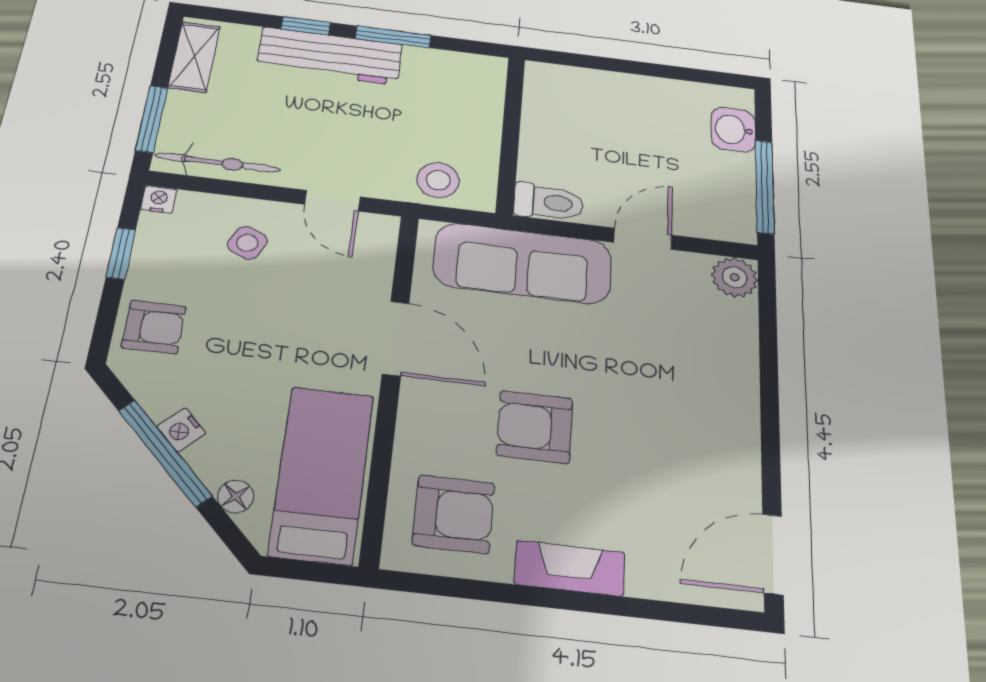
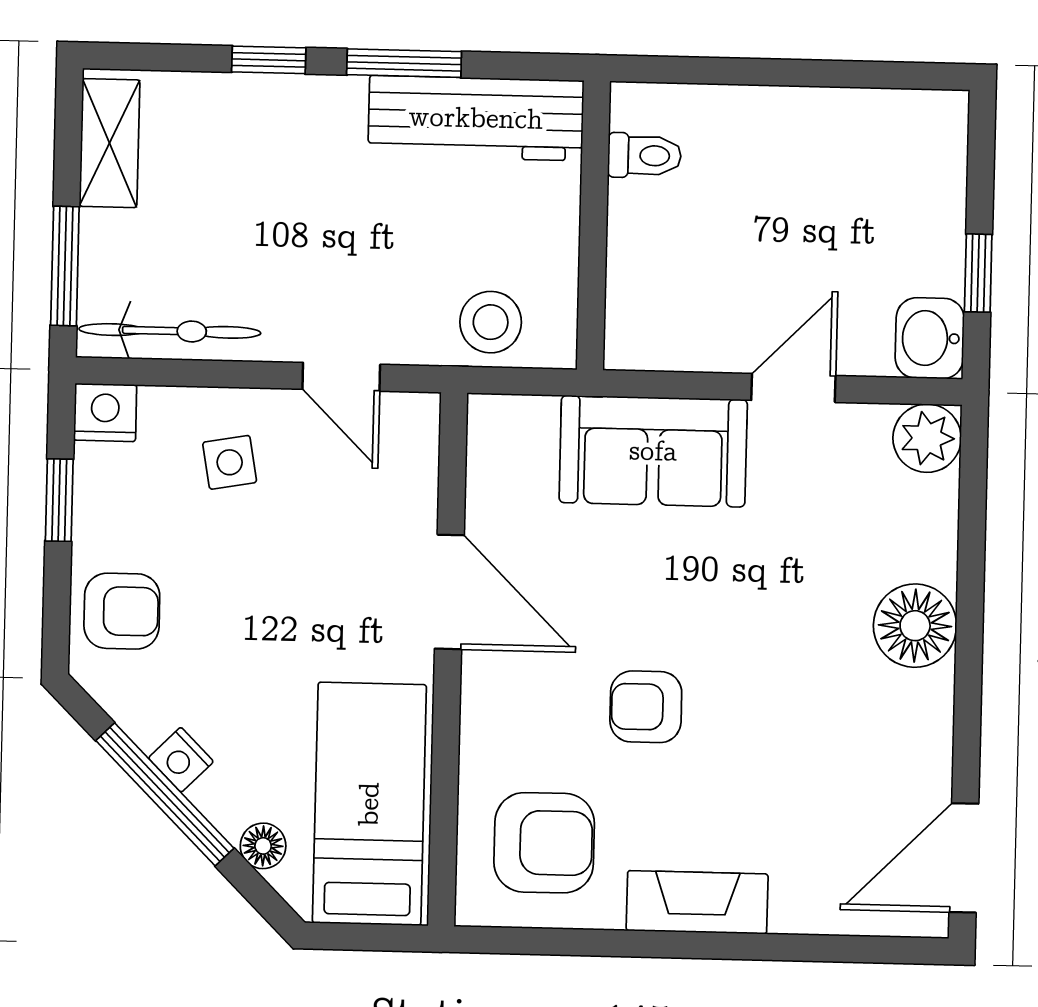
workbench: (330, 56) -> (476, 118), moved
washbasin: (733, 130) -> (930, 338), moved
window: (765, 187) -> (978, 273), width x0.46
nightstand: (159, 199) -> (105, 412), width x1.39, depth x1.35
toilet: (549, 202) -> (644, 156), moved, width x0.73, depth x0.72
side table: (247, 243) -> (230, 462), turned -35
sofa: (523, 263) -> (653, 451), width x0.73
floor lamp: (730, 392) -> (915, 626), added
armchair: (535, 427) -> (646, 707), width x0.72, depth x0.72

